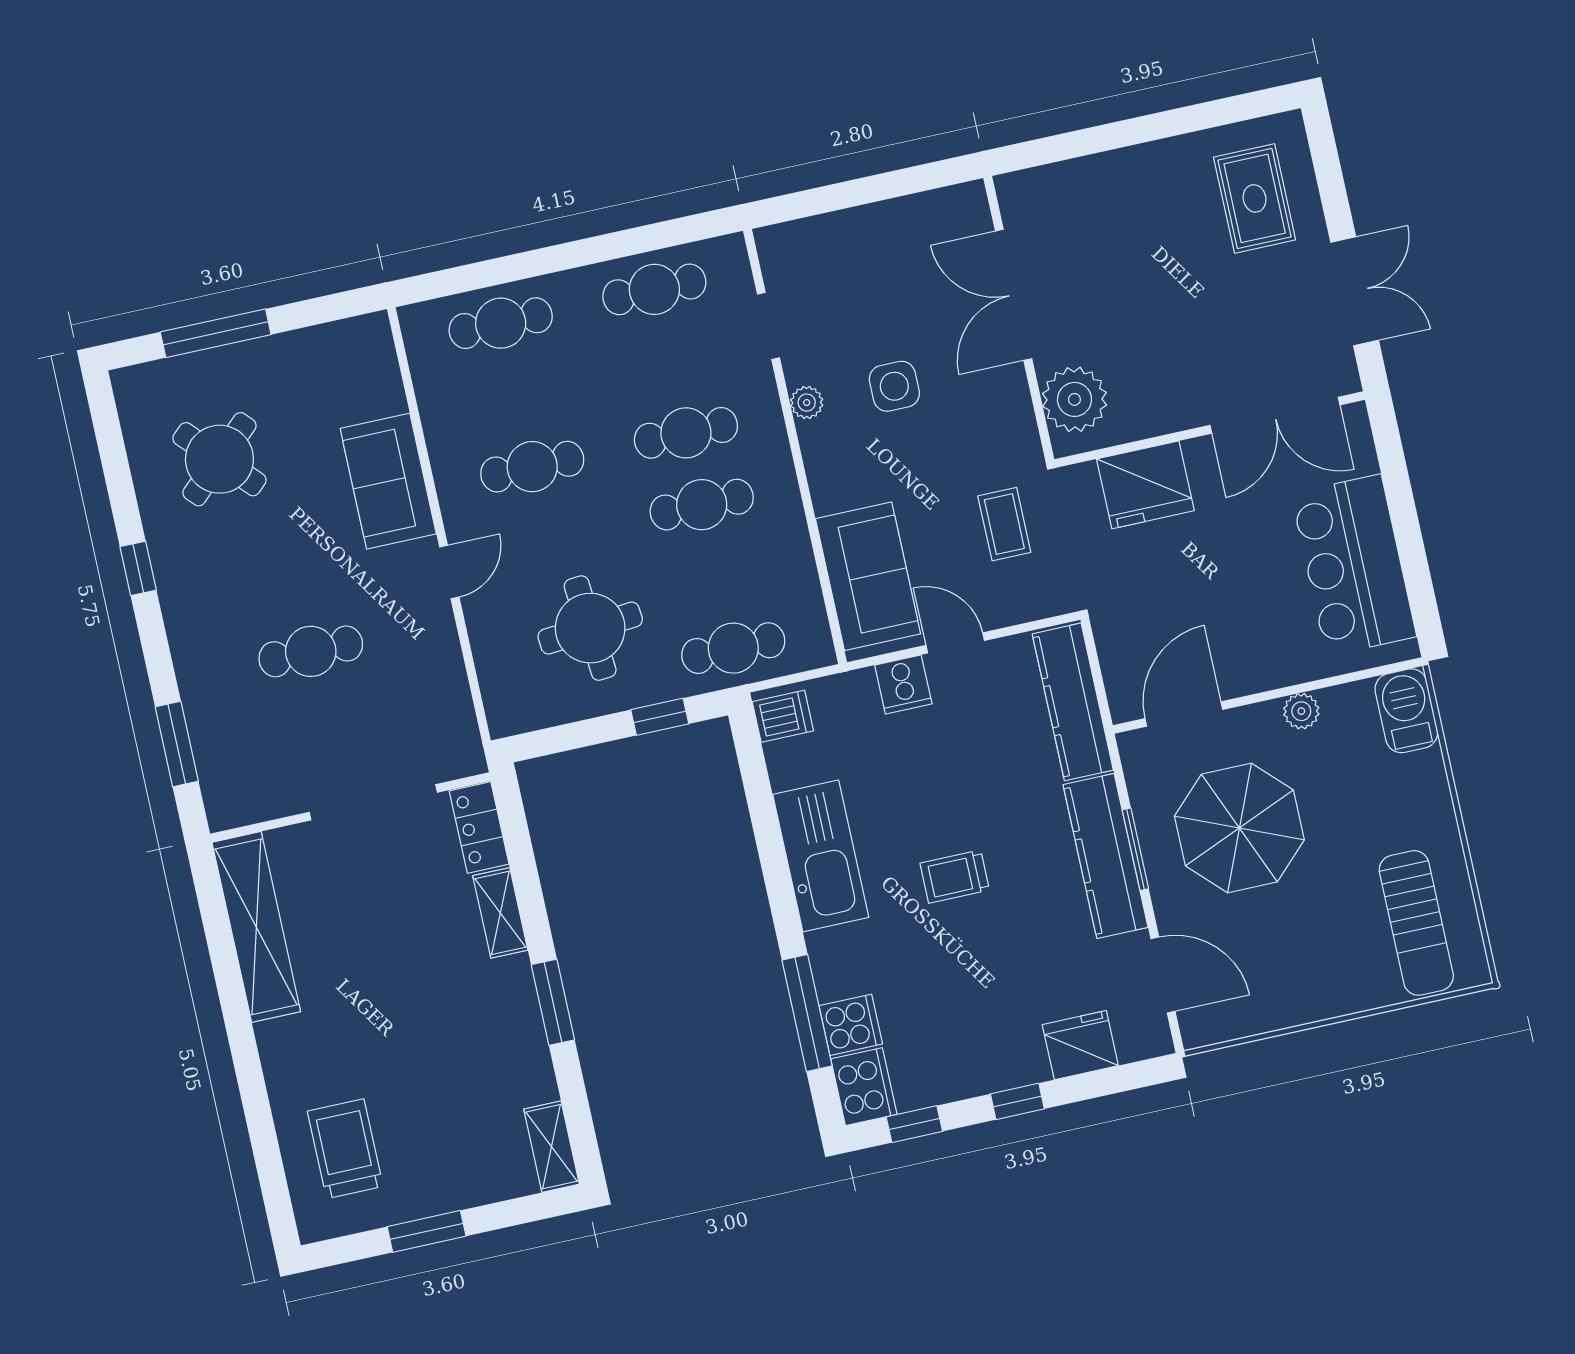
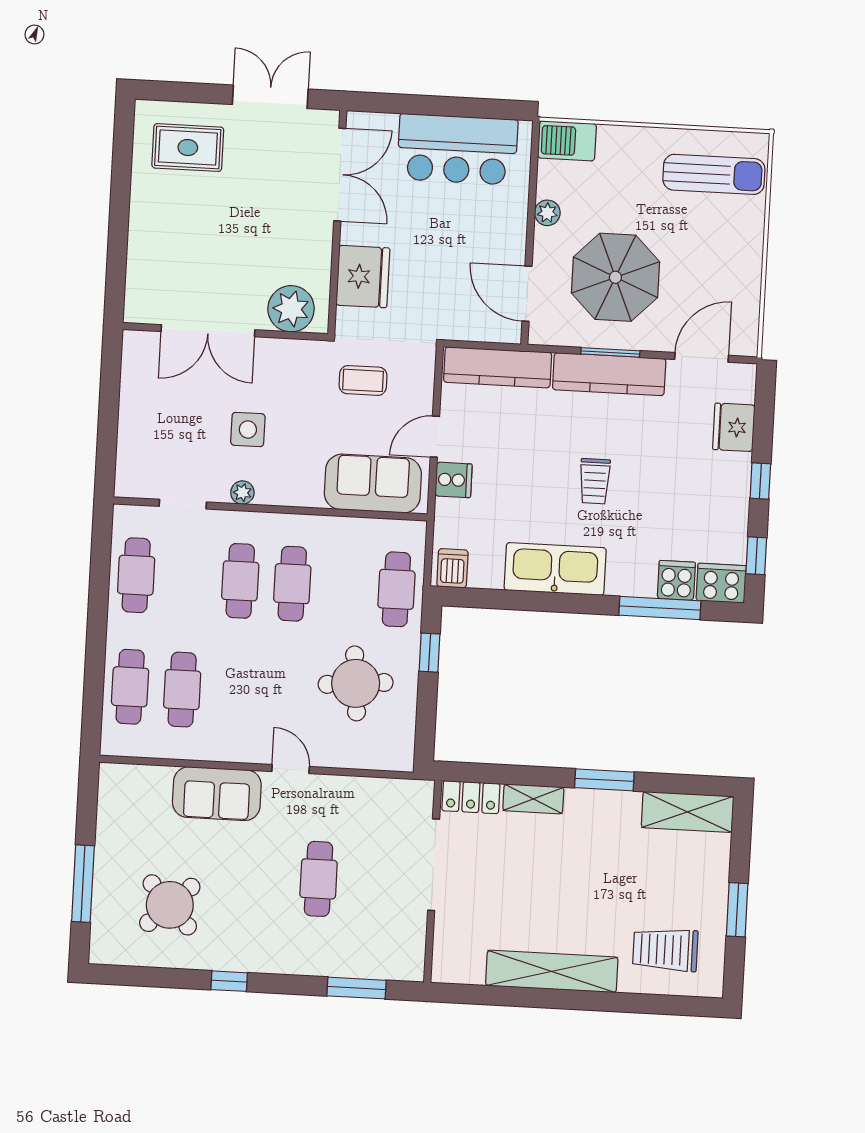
cafe table: (532, 467) -> (182, 690), moved
shelving: (256, 927) -> (552, 971), moved
shelving: (551, 1147) -> (688, 812), width x1.50, depth x1.33

